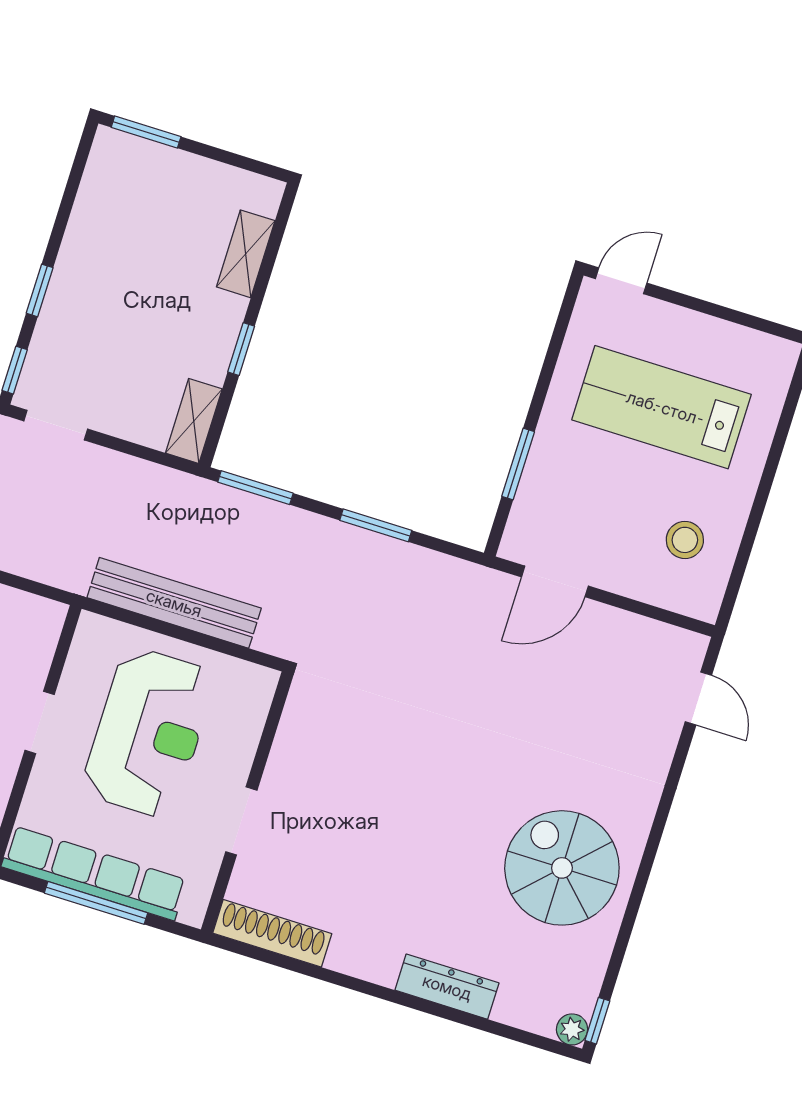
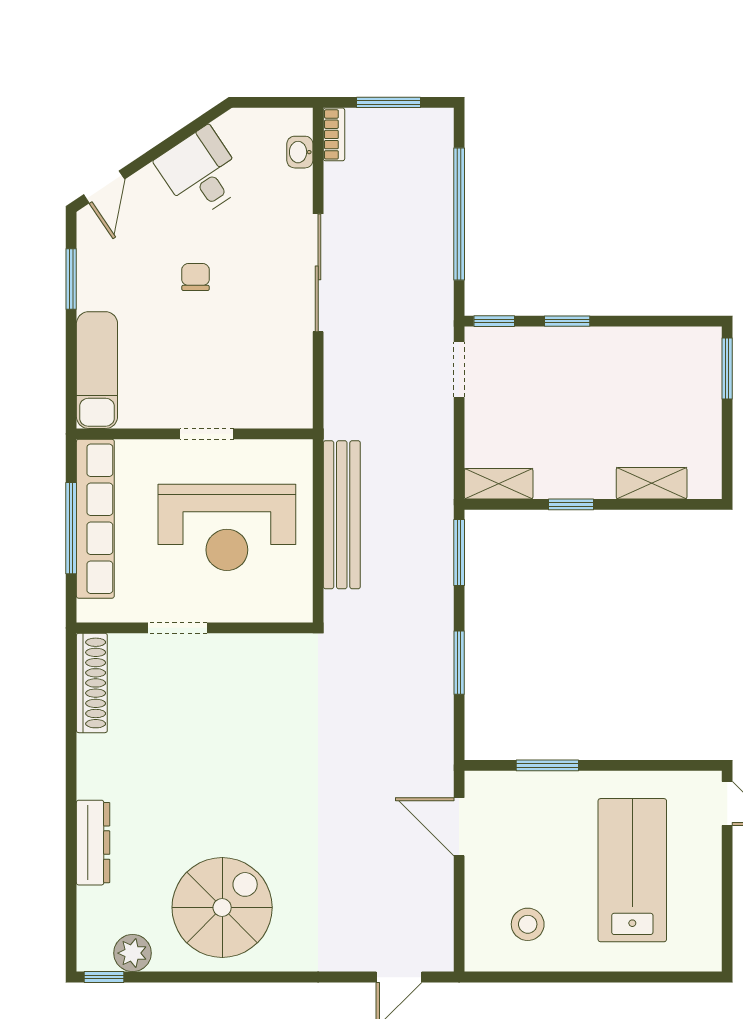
plant: (572, 1029) -> (133, 953), moved, width x1.38, depth x1.38

